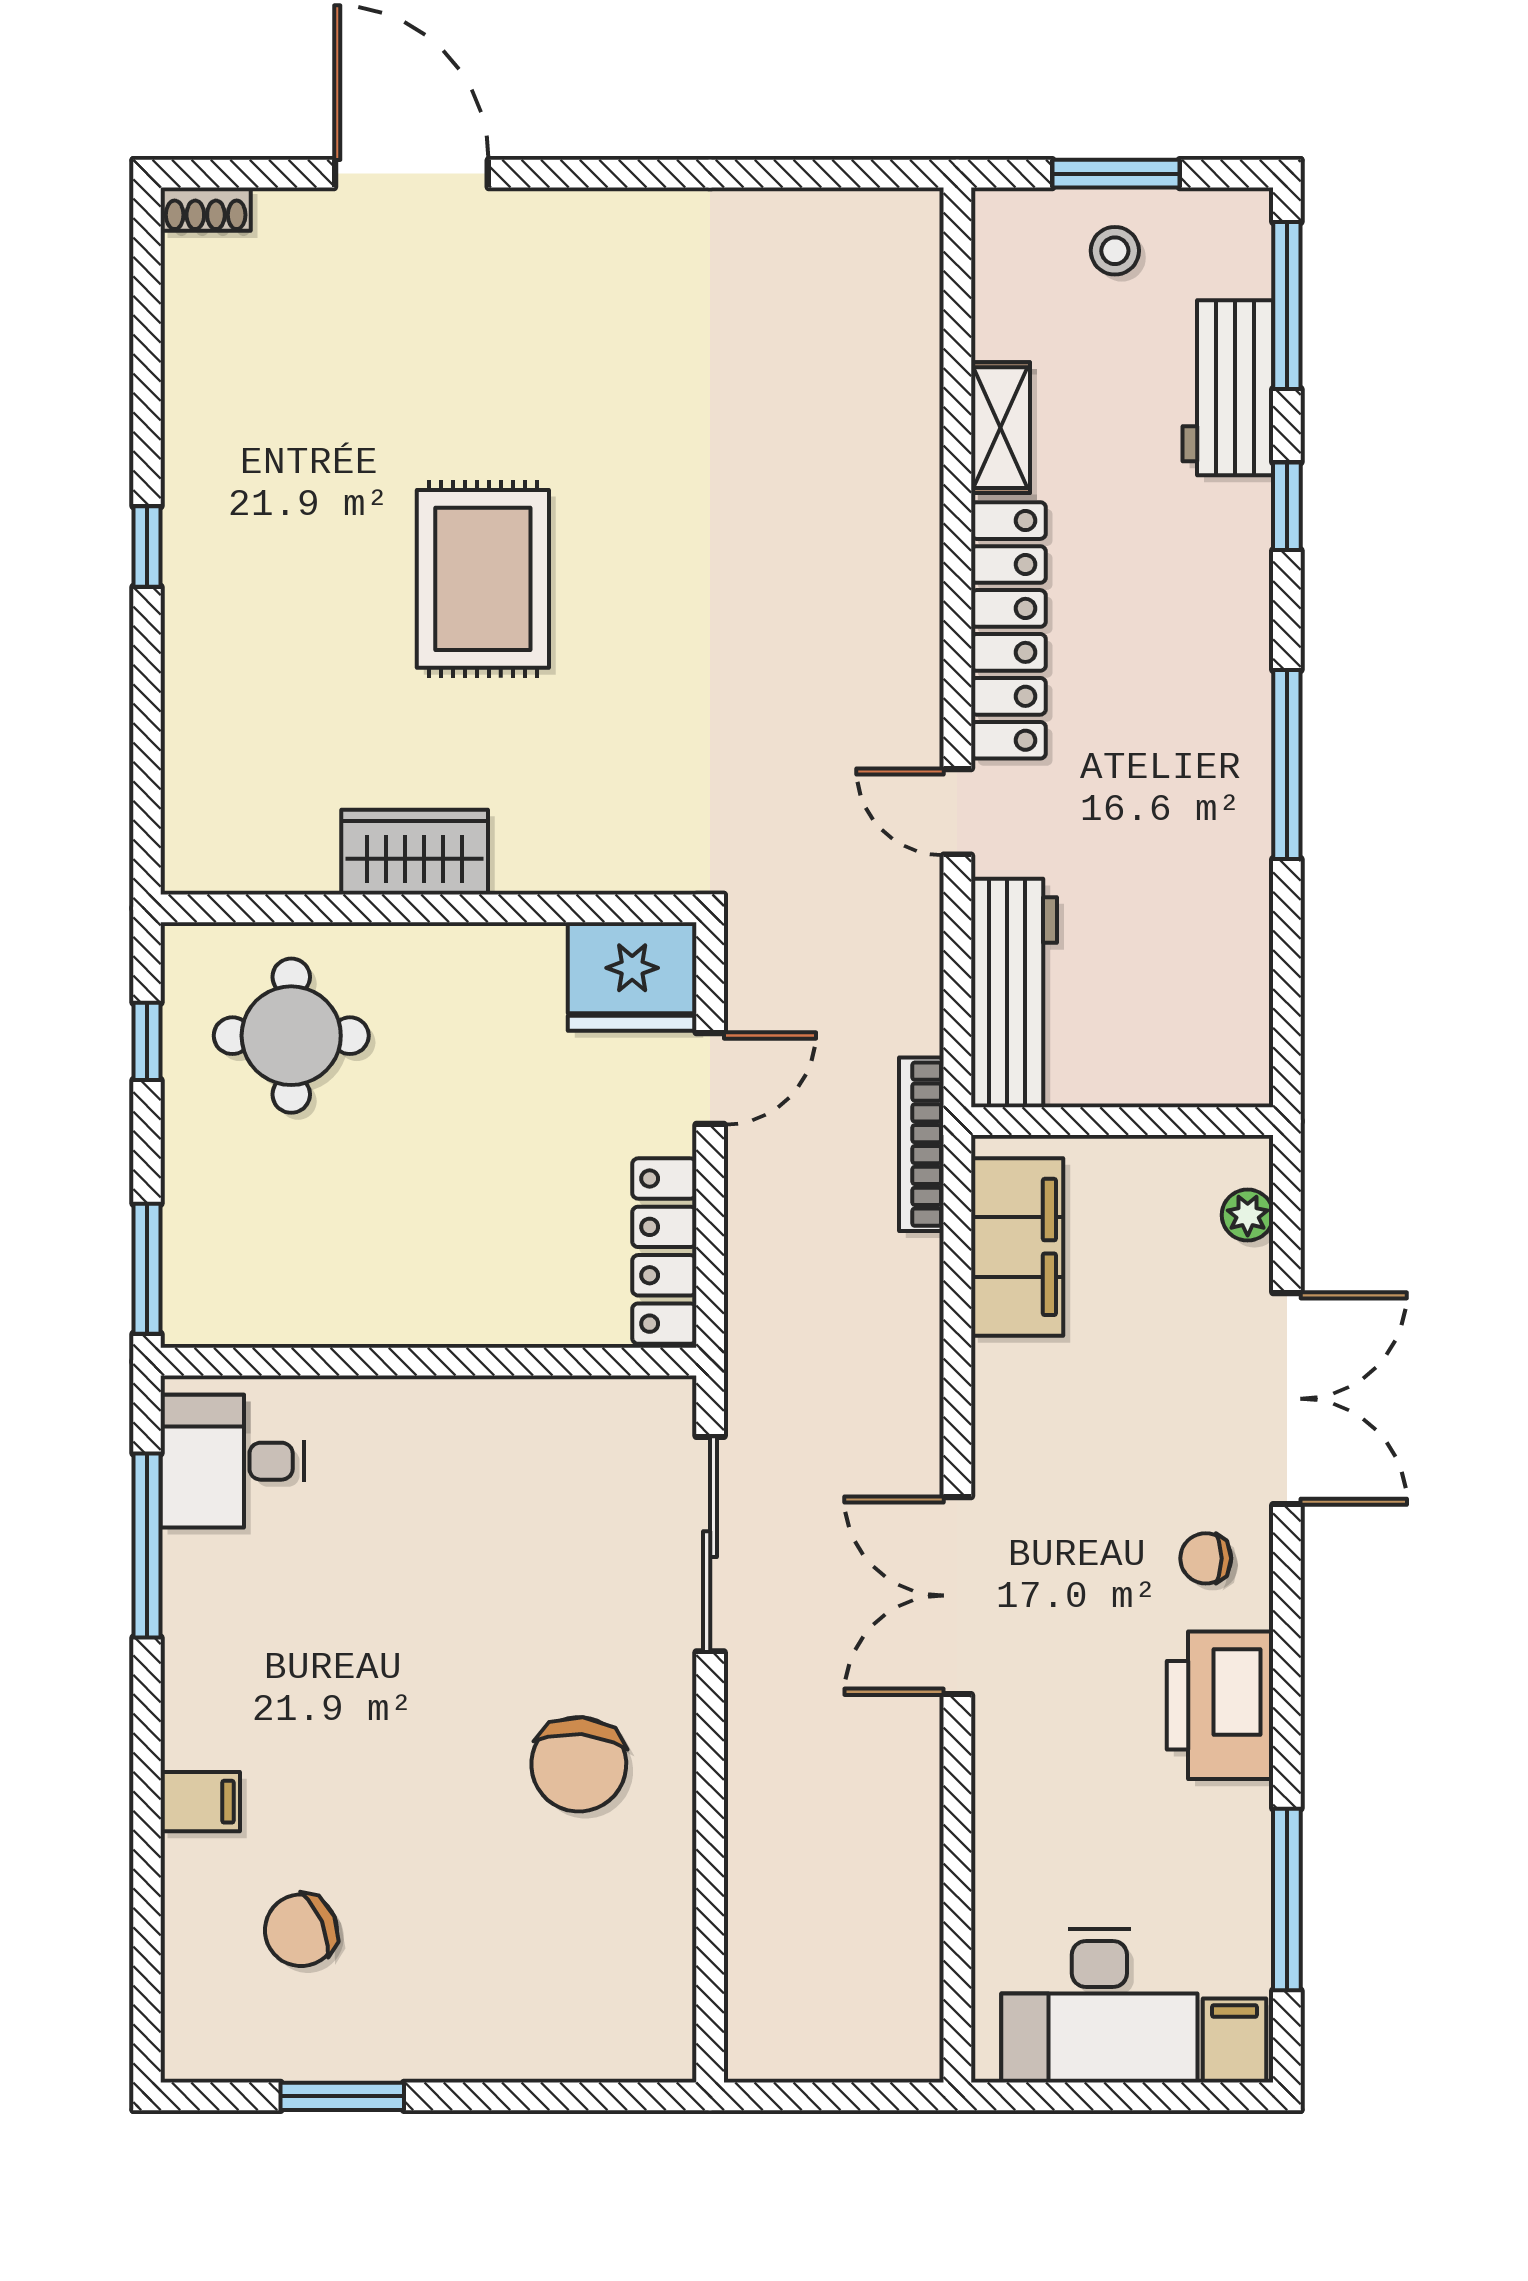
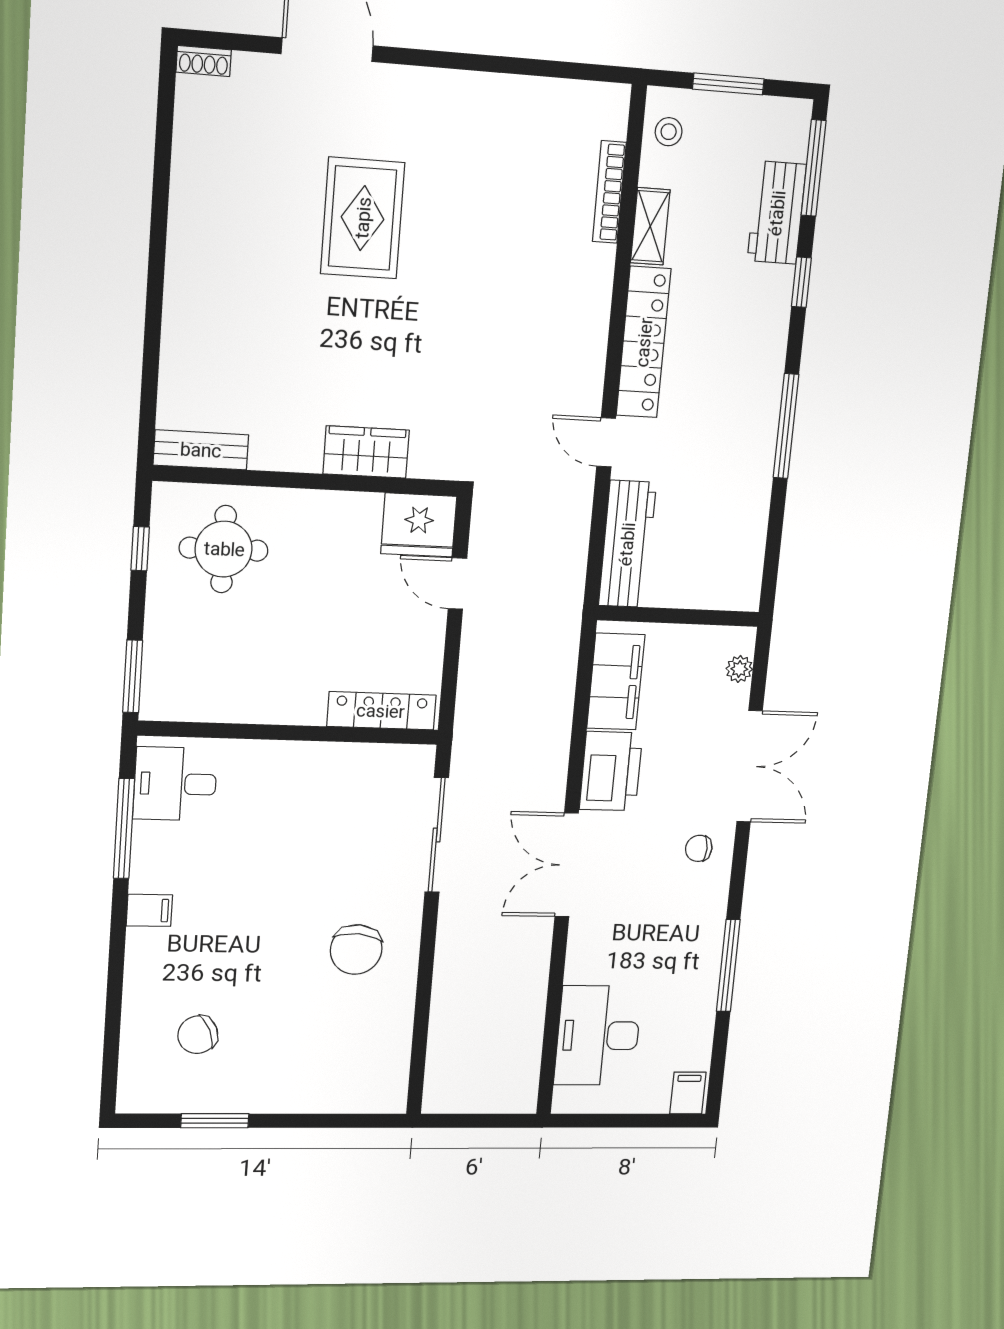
stool: (1115, 251) -> (669, 132), moved
window: (147, 547) -> (157, 261), removed
rug: (483, 579) -> (363, 218), moved
wardrobe: (415, 852) -> (366, 452), moved
bench: (241, 864) -> (201, 450), added
door: (710, 1079) -> (457, 583), swing flipped
bookcase: (921, 1144) -> (609, 192), moved
locker: (664, 1251) -> (381, 711), moved, turned 90
printer: (1220, 1705) -> (611, 771), moved, turned 180
filing cabinet: (200, 1802) -> (149, 910), moved
window: (1287, 1899) -> (728, 966), moved
desk: (1099, 2006) -> (598, 1035), moved, turned 90

